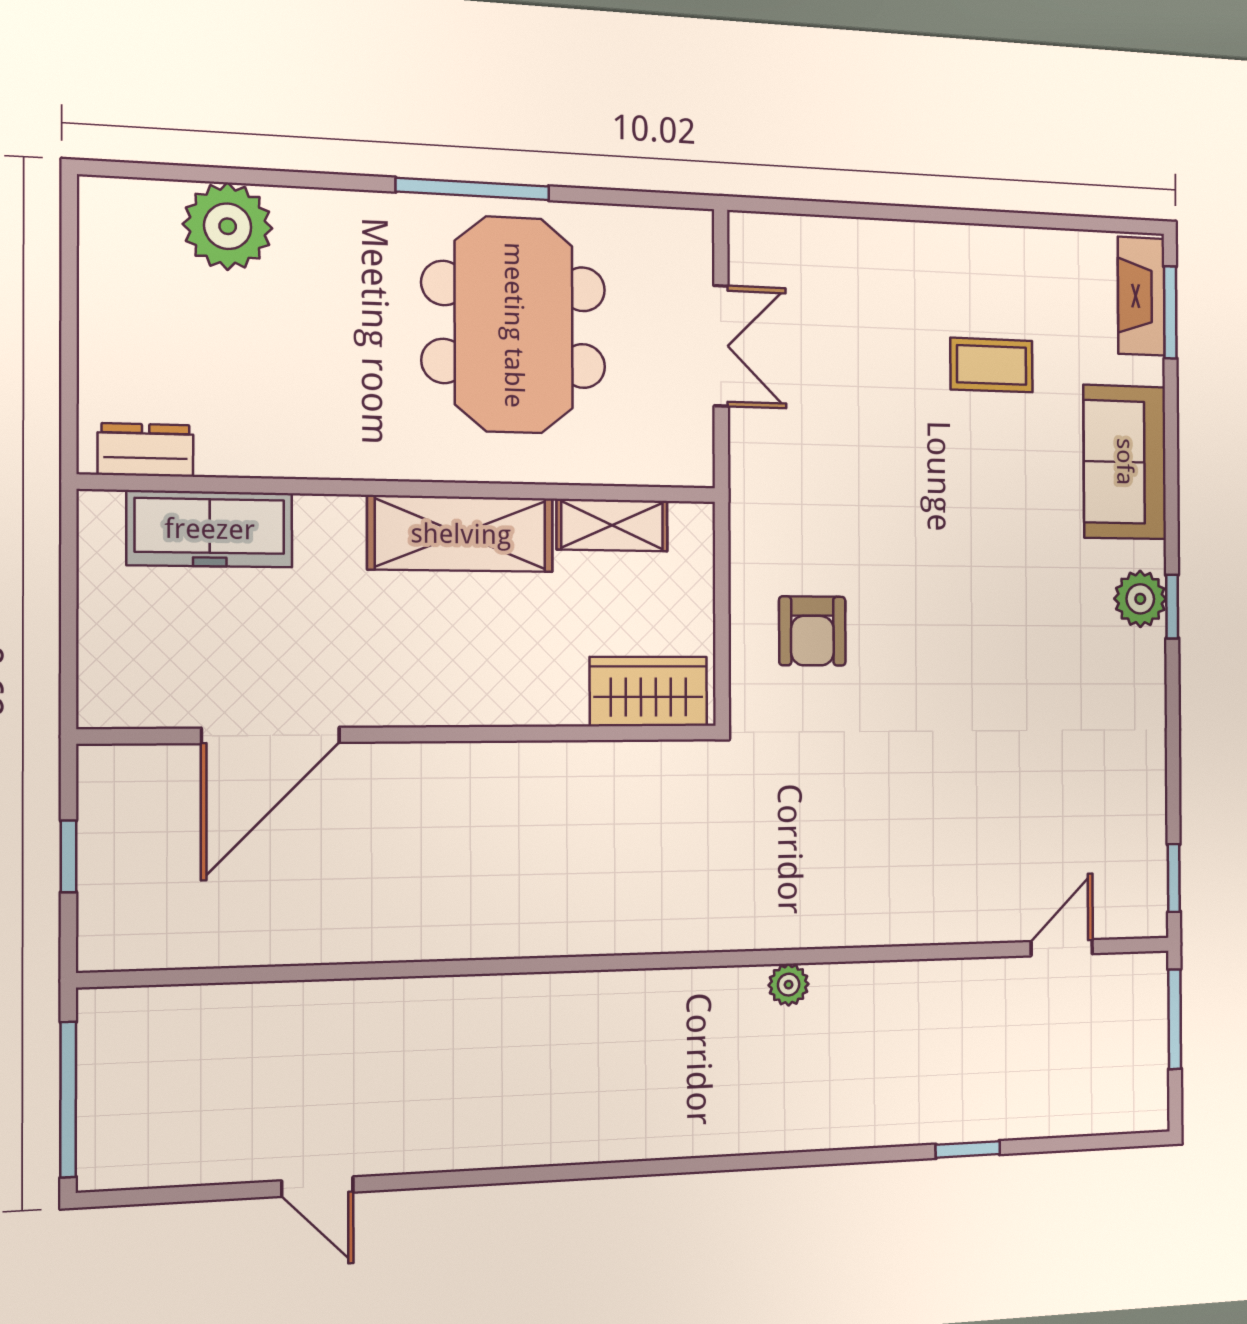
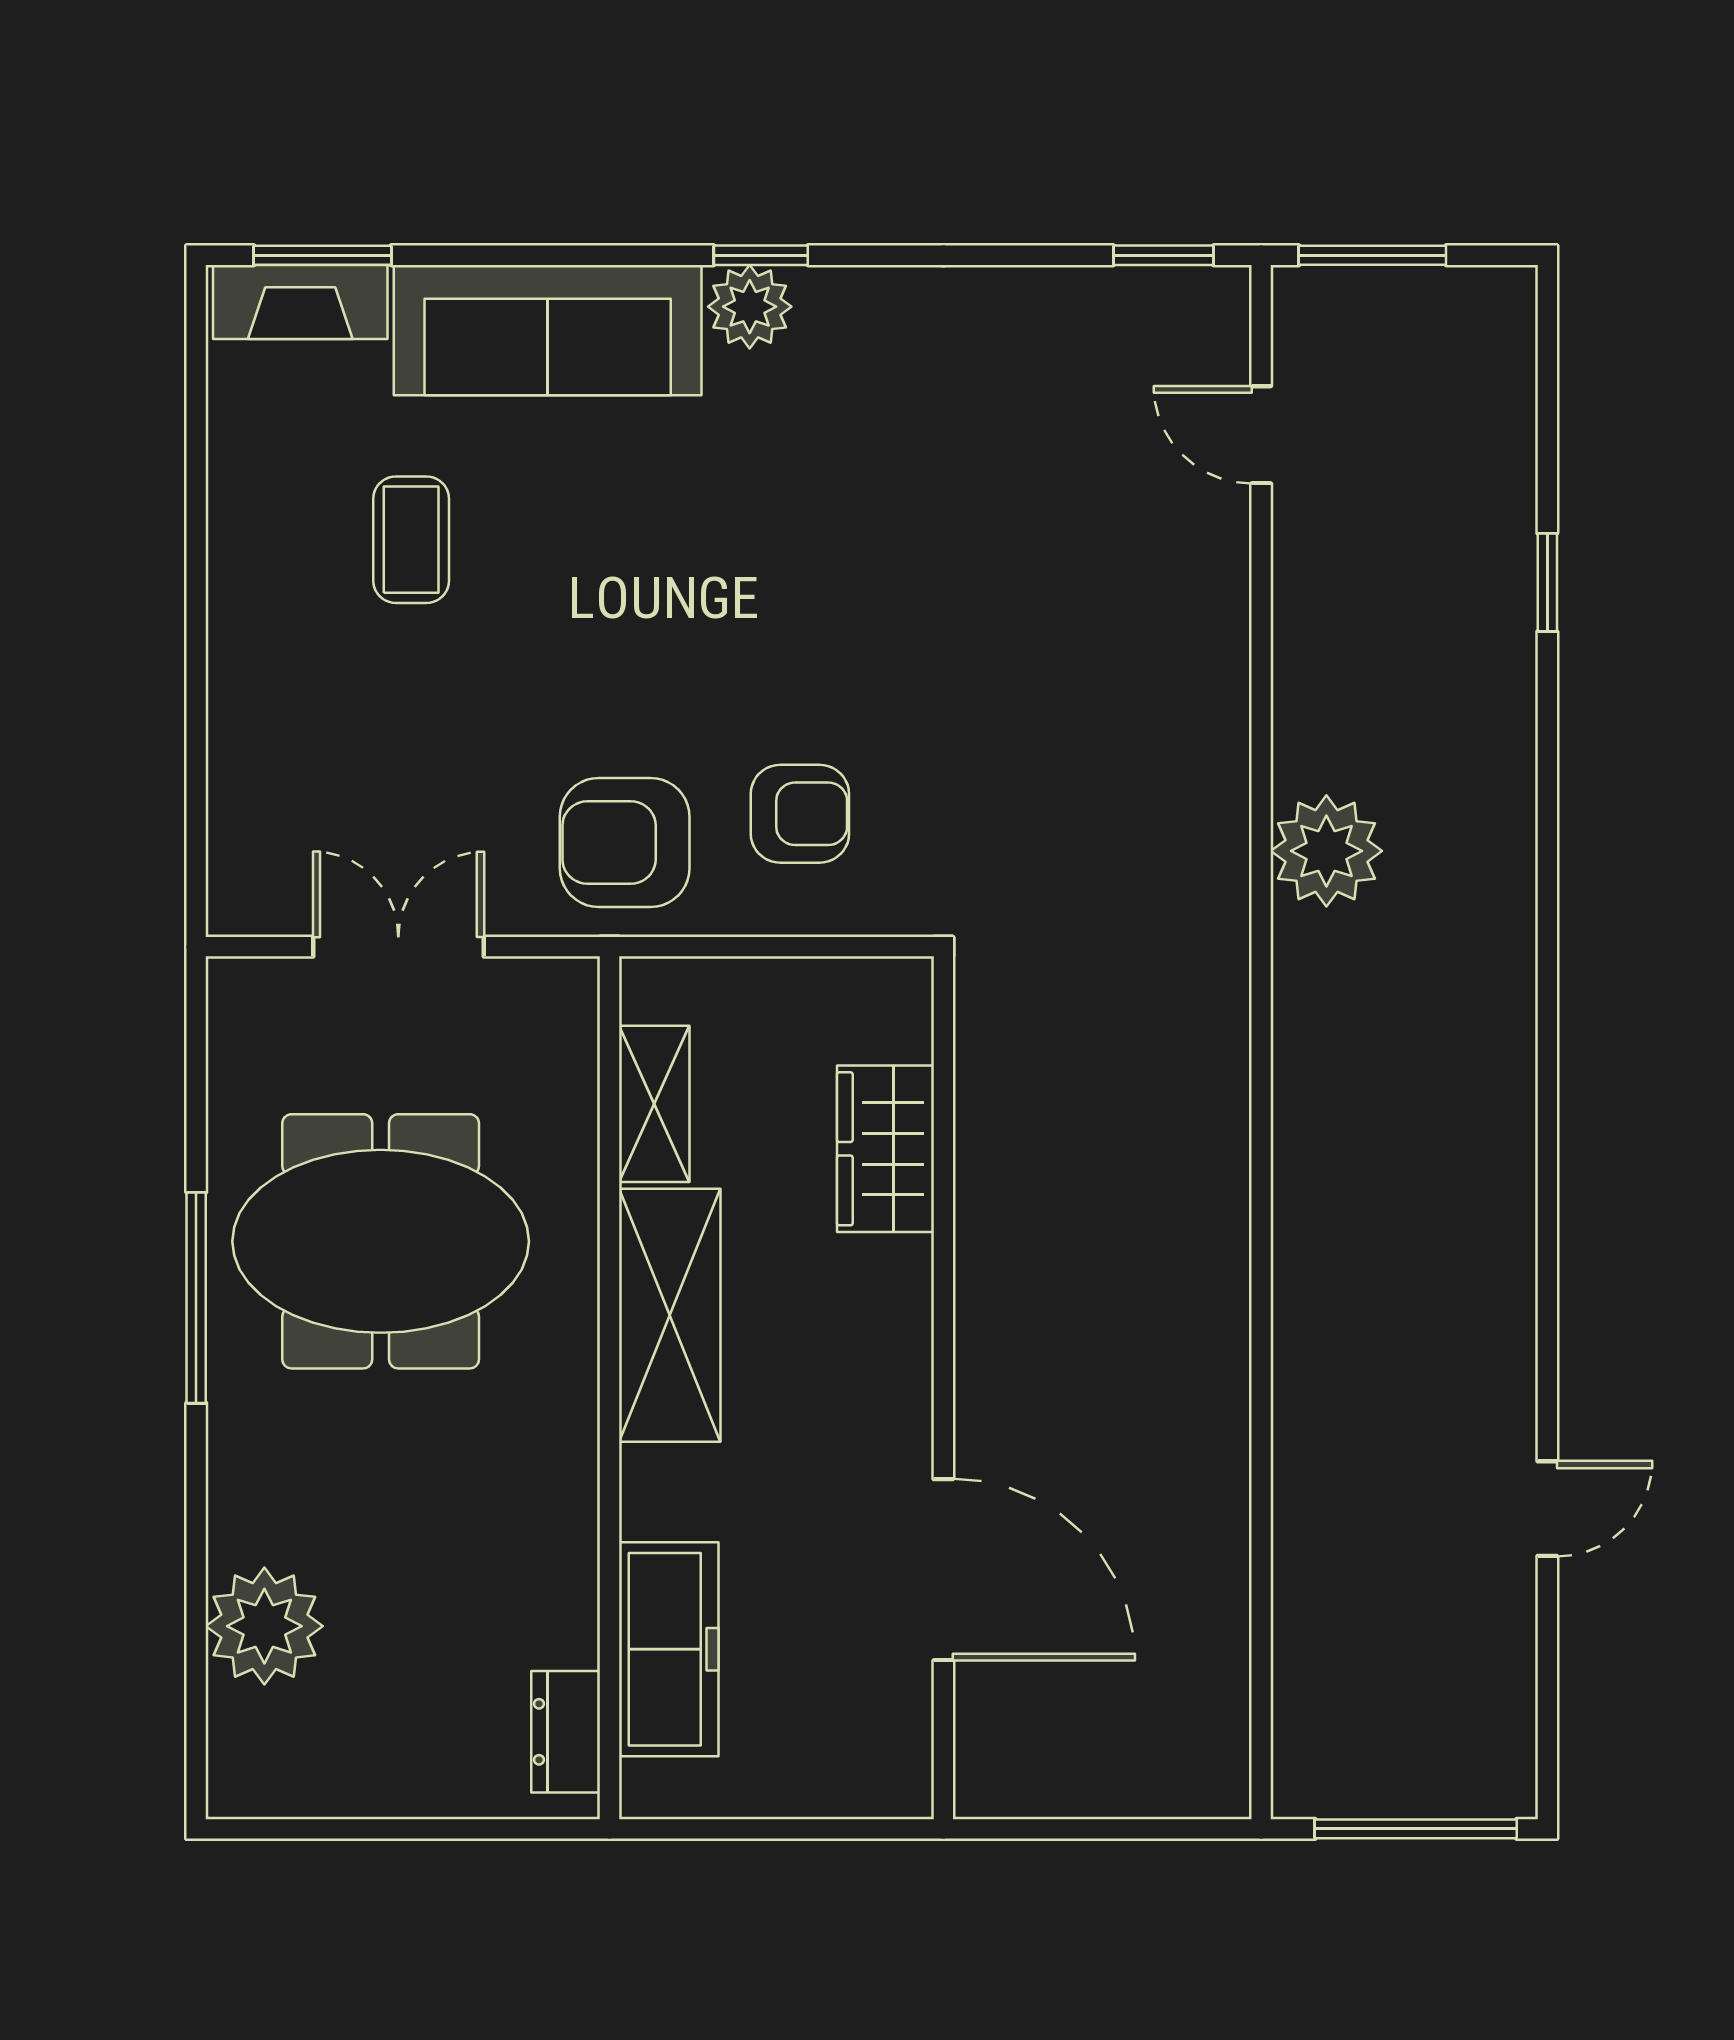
sofa: (1125, 462) -> (548, 330), width x1.36
armchair: (793, 507) -> (625, 842), added
wardrobe: (648, 691) -> (885, 1149), moved
window: (68, 856) -> (1099, 1829), removed
plant: (789, 985) -> (1326, 851), width x1.87, depth x1.87

